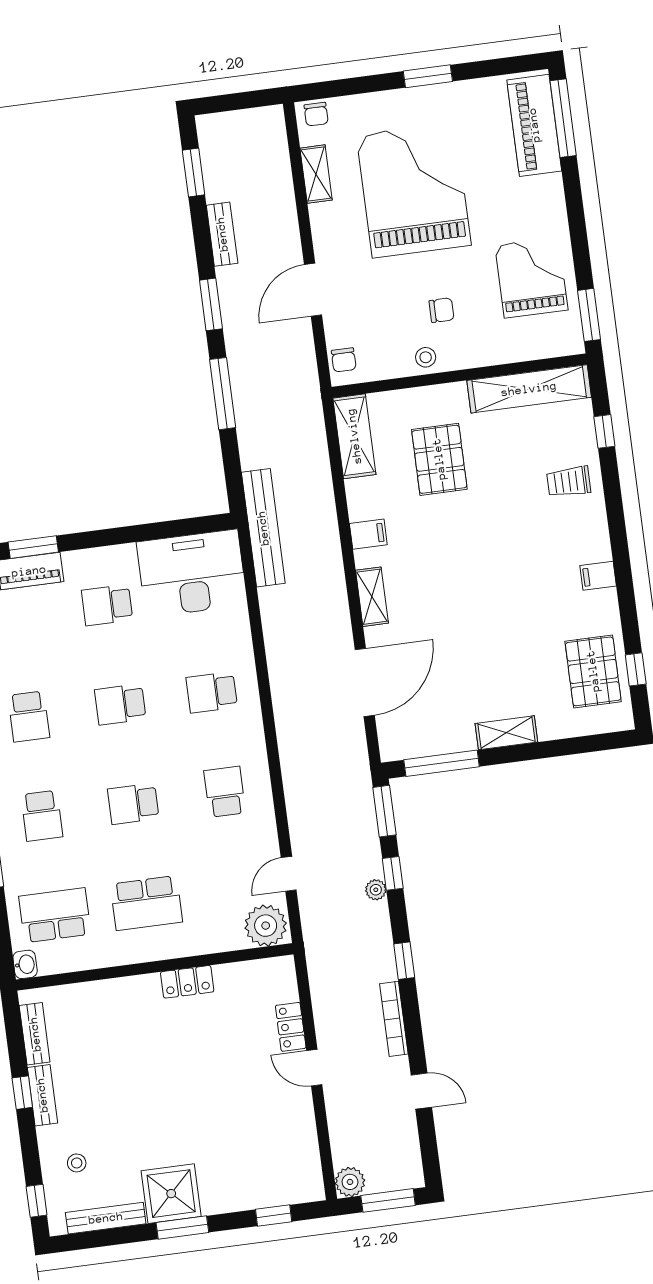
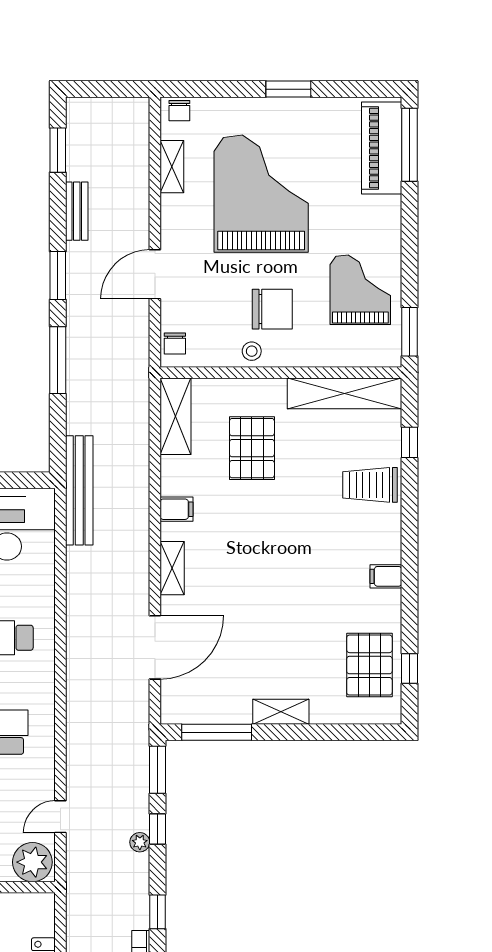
chair: (442, 310) -> (272, 309), width x1.87, depth x1.87
trolley: (569, 482) -> (370, 485), width x1.36, depth x1.39

